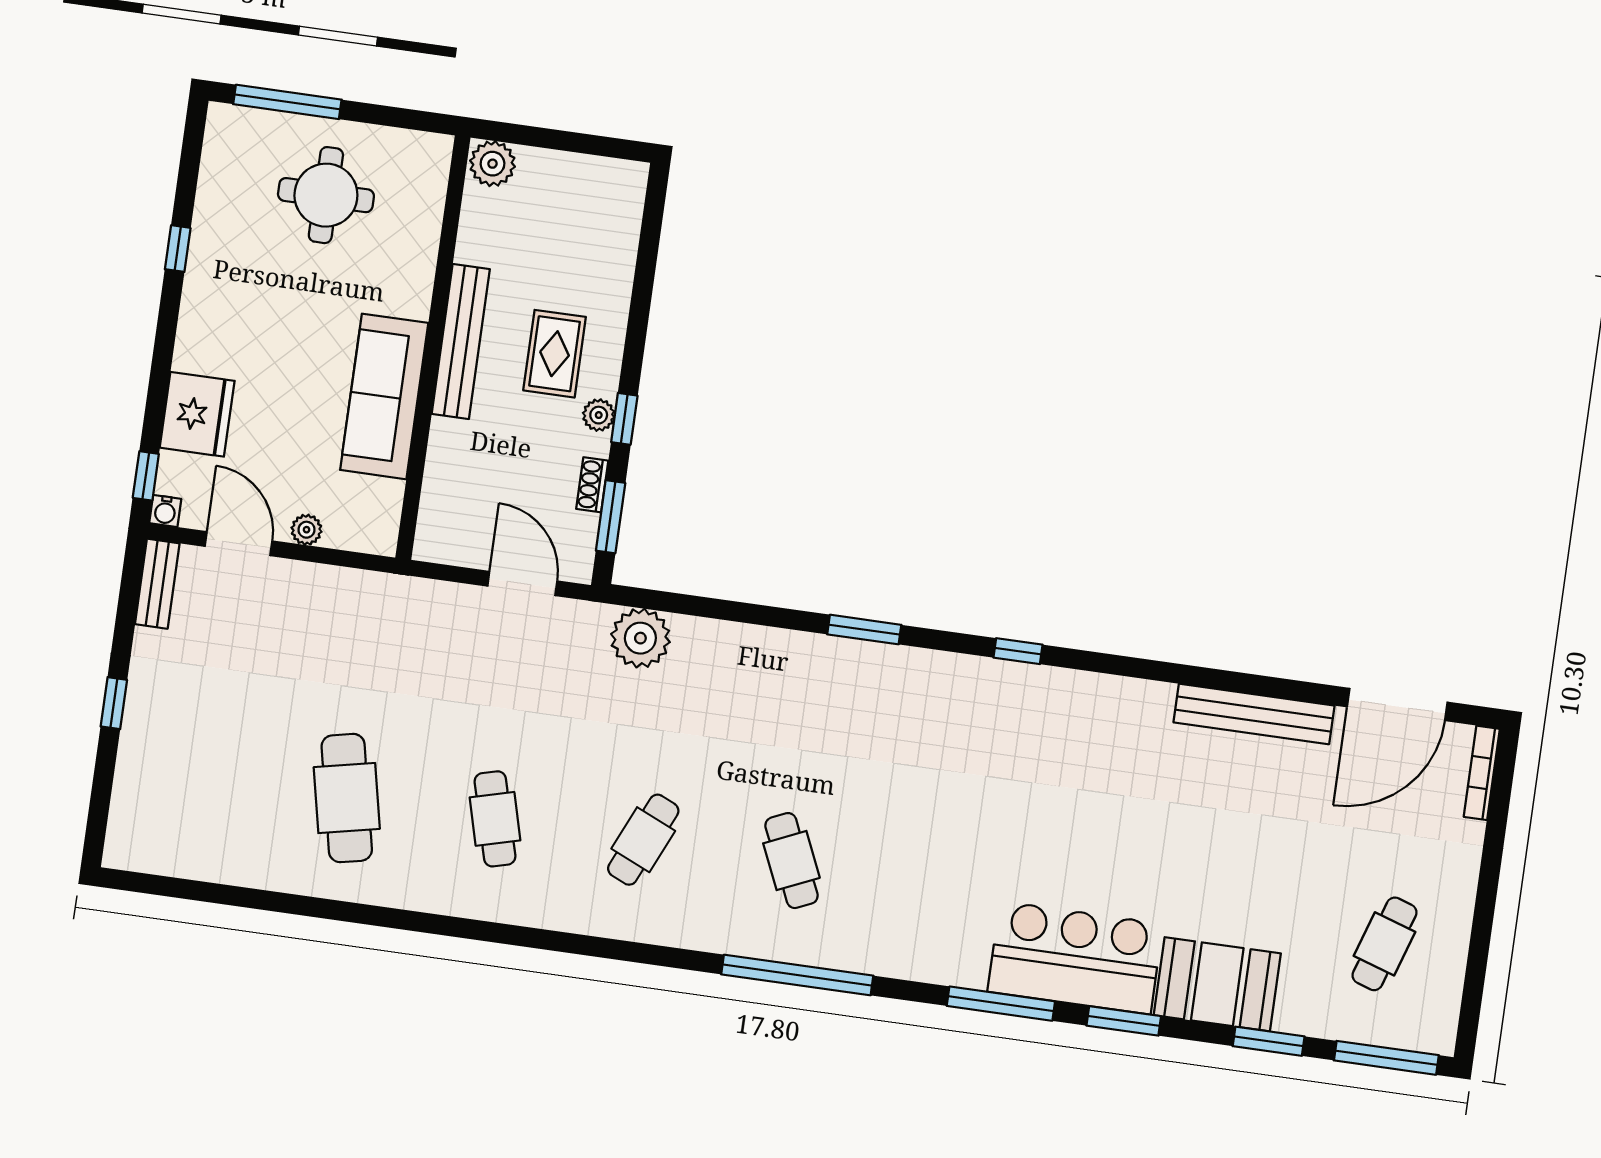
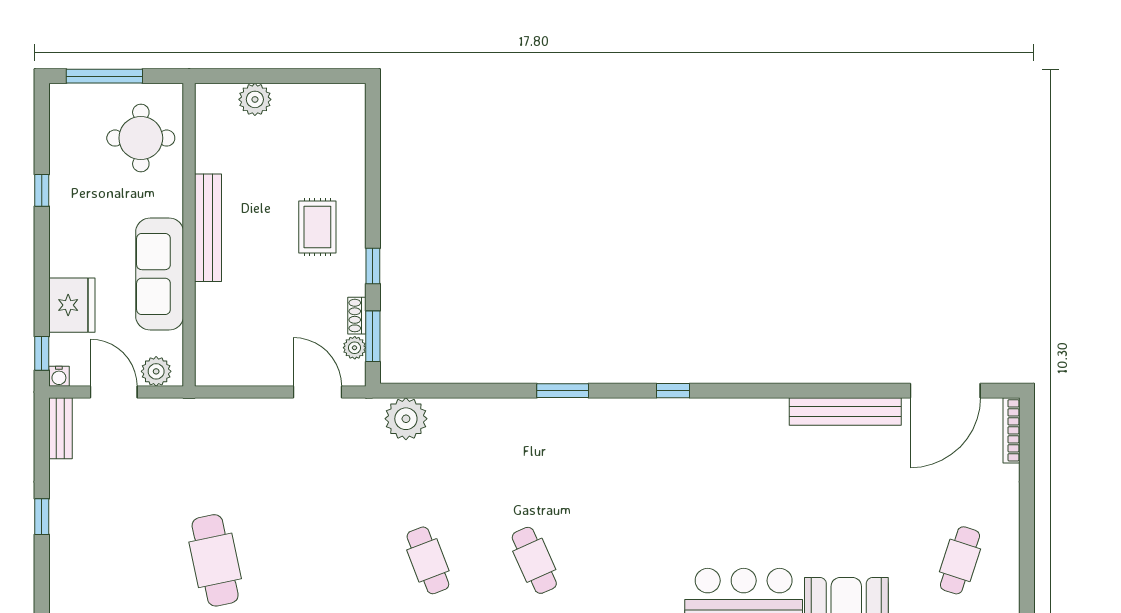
bench: (461, 341) -> (208, 228), moved
wall: (433, 348) -> (189, 235), moved
sofa: (384, 396) -> (160, 274), moved
plant: (599, 415) -> (355, 348), moved
plant: (307, 530) -> (156, 371), width x1.38, depth x1.38
cafe table: (495, 819) -> (321, 560), removed
cafe table: (643, 840) -> (428, 560), turned -45

